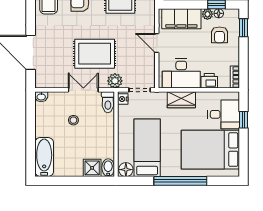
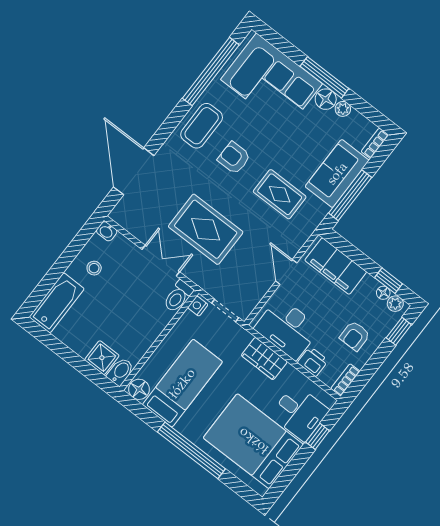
plant: (207, 14) -> (395, 304), moved
armchair: (219, 35) -> (355, 336), moved
plant: (115, 81) -> (205, 278), removed
stool: (73, 120) -> (94, 268), moved

